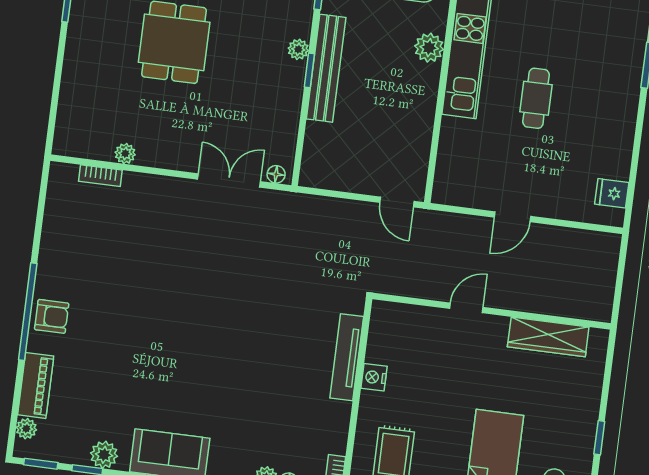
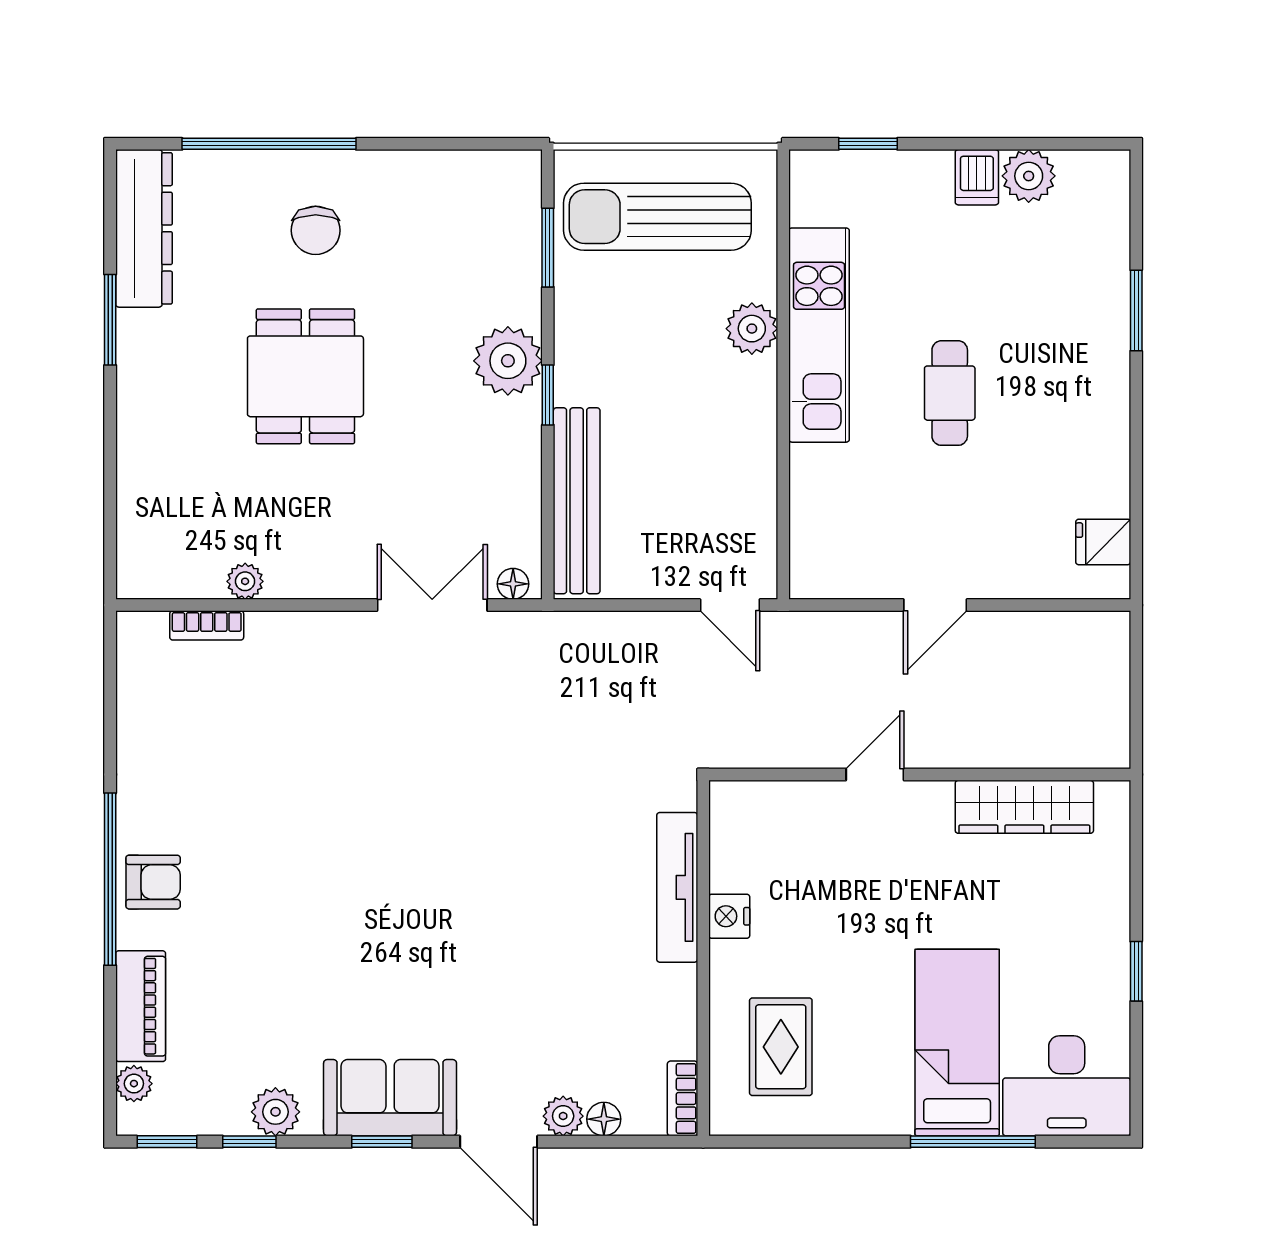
plant: (298, 49) -> (508, 361), width x1.88, depth x1.88
bench: (326, 68) -> (577, 501), moved

